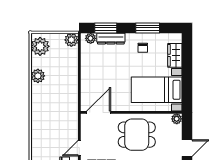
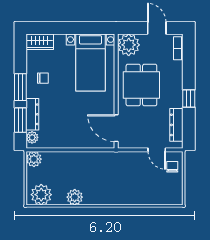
window: (148, 28) -> (20, 87), moved
wardrobe: (175, 55) -> (40, 42), moved
plant: (177, 119) -> (129, 45), width x1.87, depth x1.87

